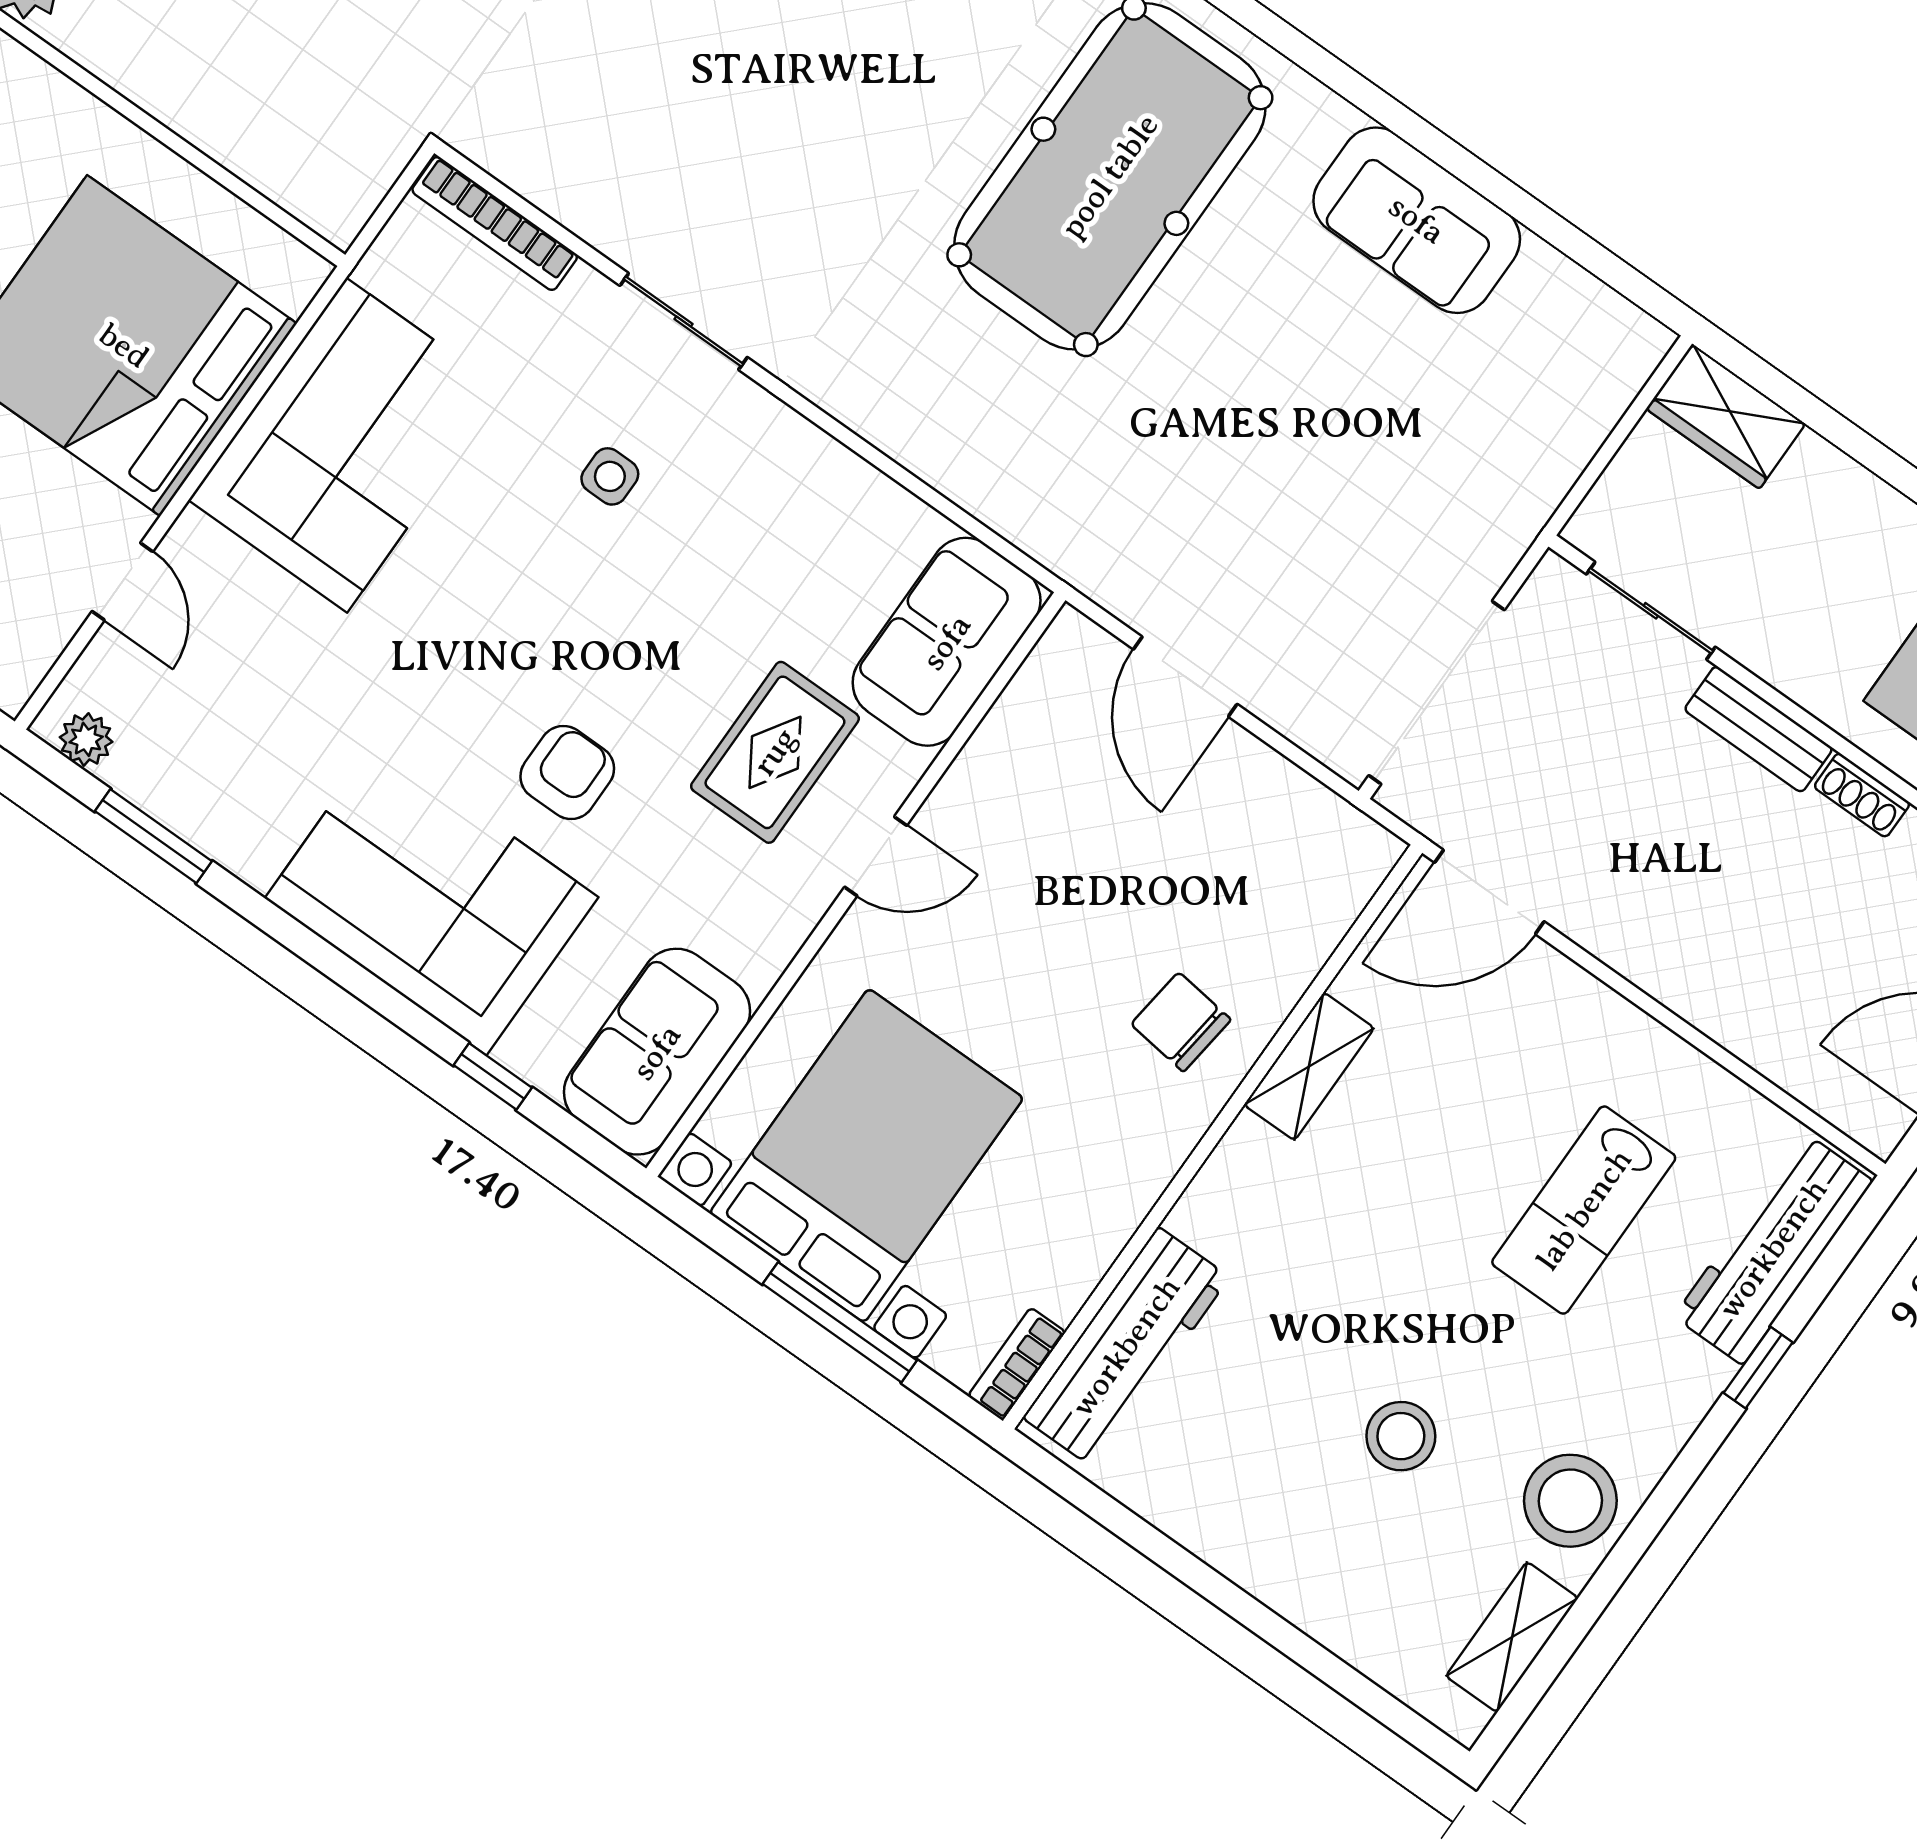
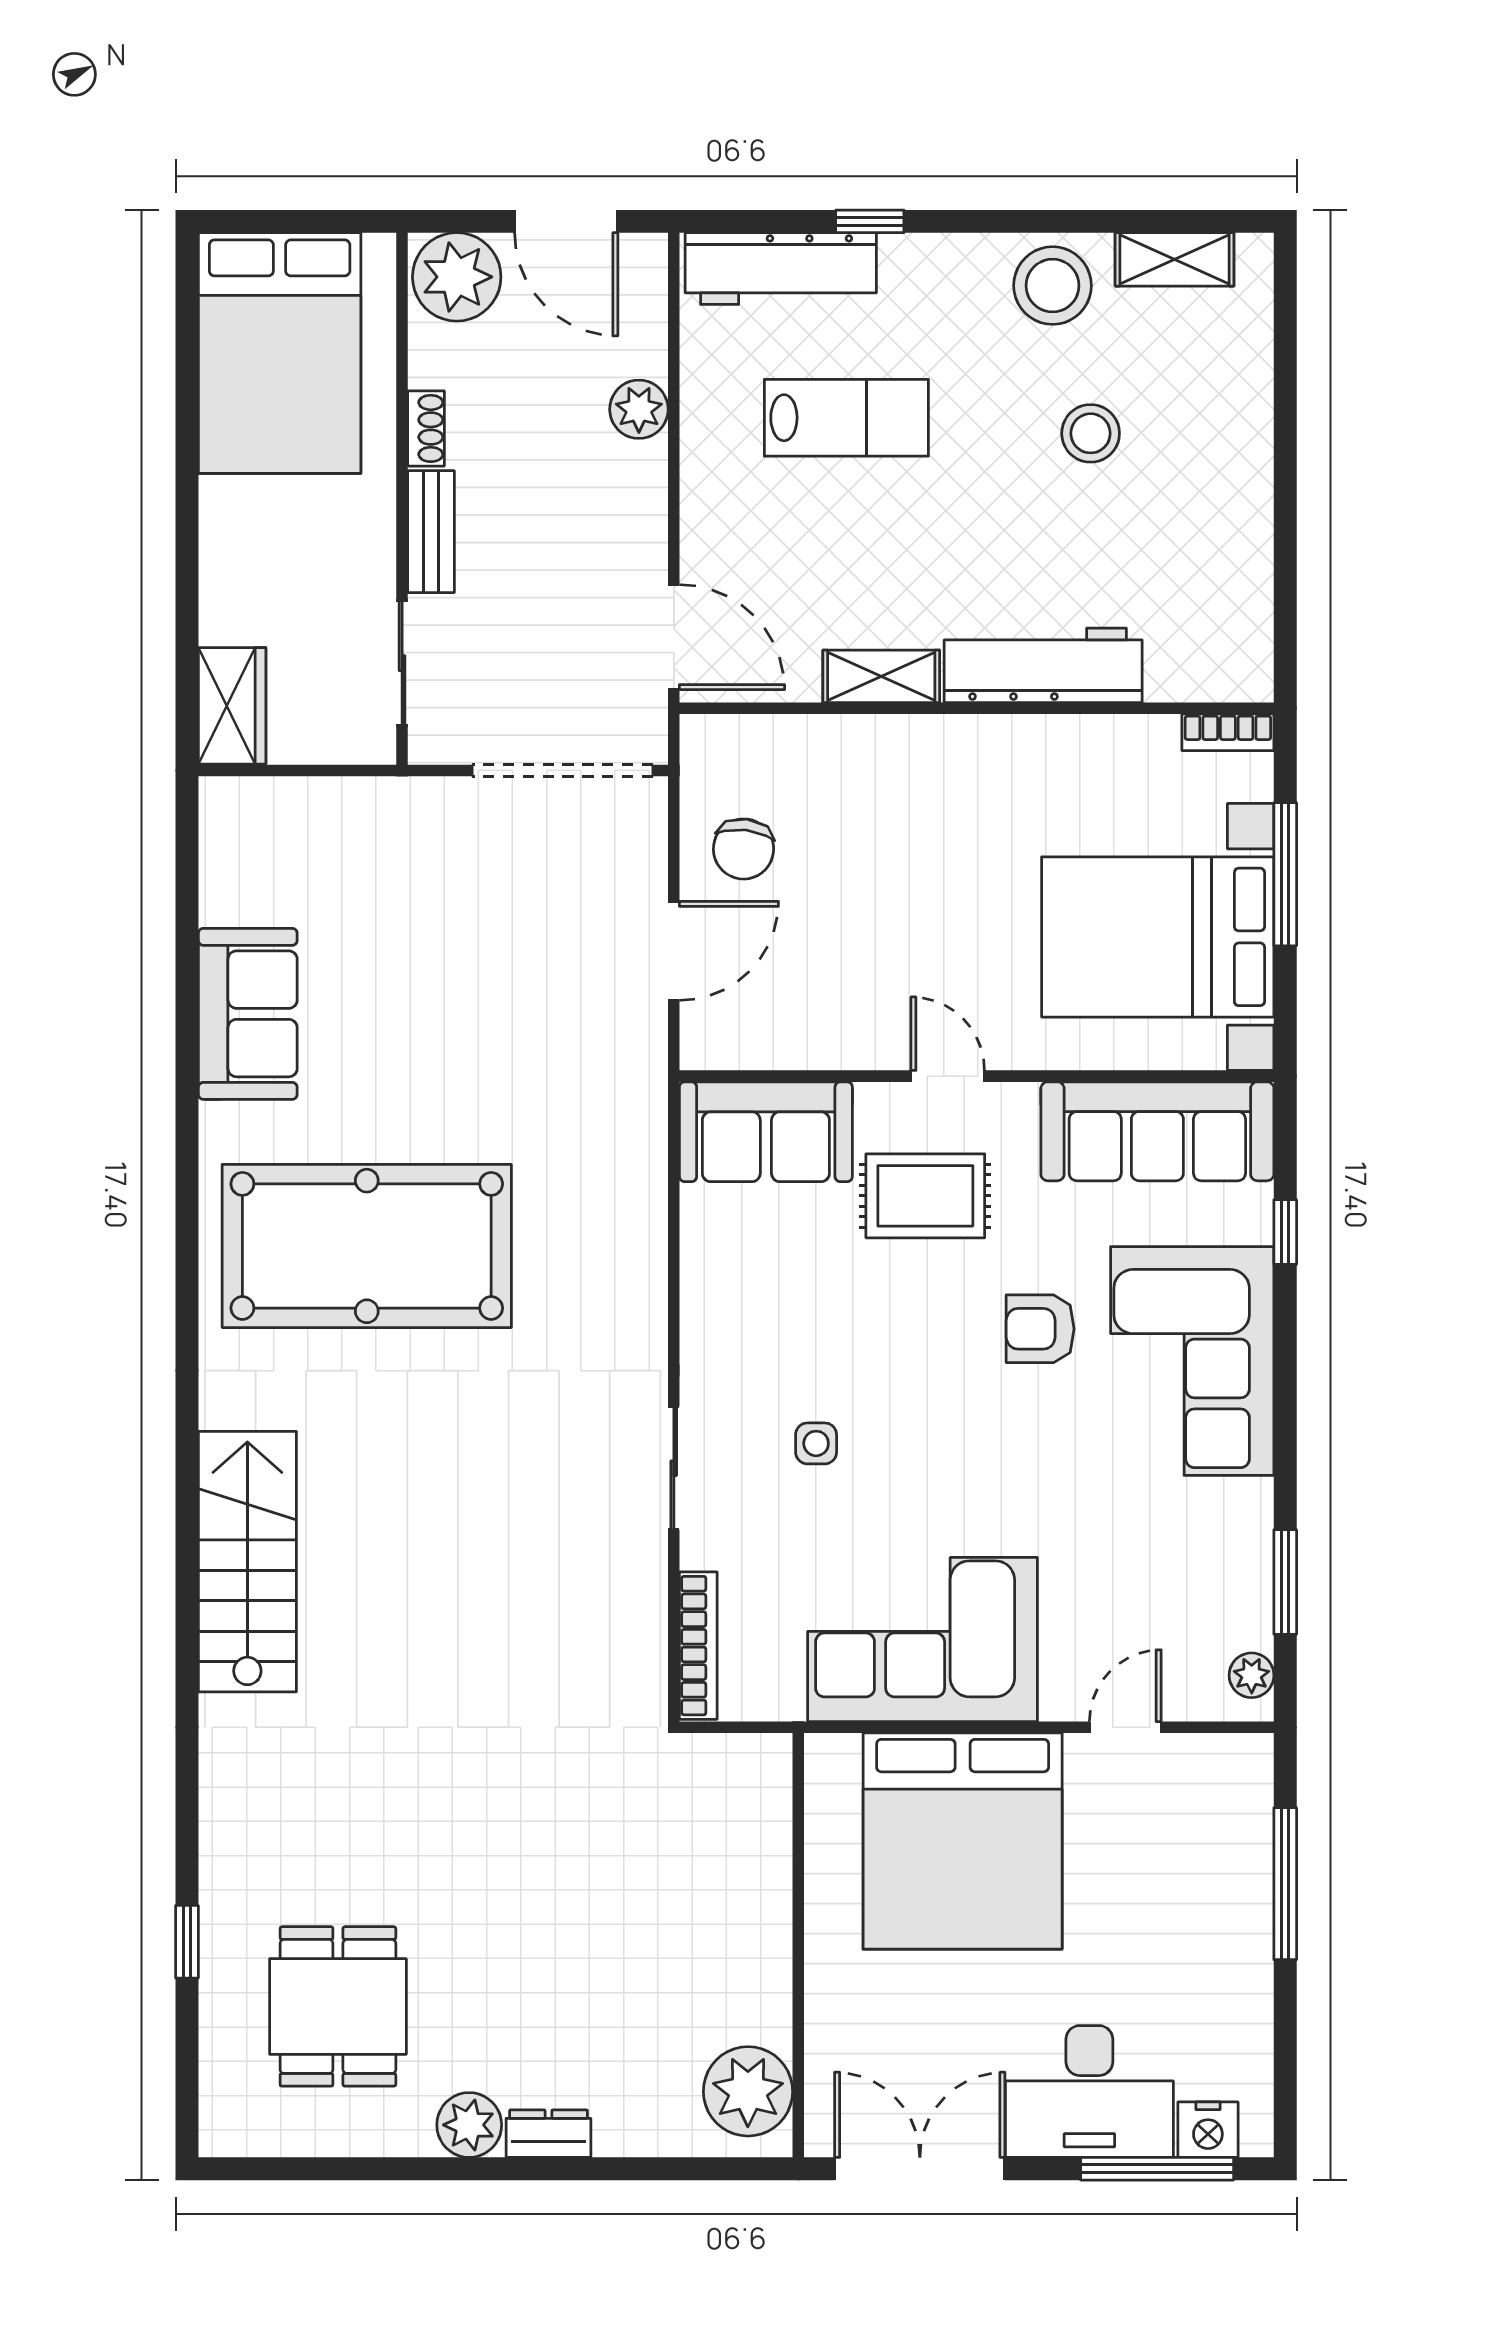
plant: (1734, 1015) -> (639, 409), added
chair: (1181, 1022) -> (743, 849), moved
sofa: (657, 1052) -> (1157, 1131), width x1.36
workbench: (1126, 1347) -> (1043, 665), moved

